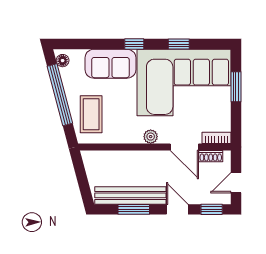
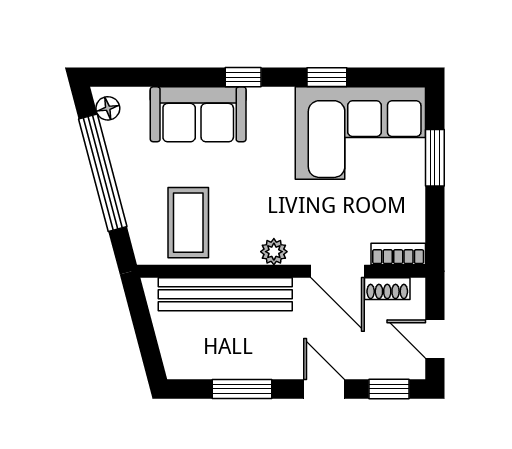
corner sofa: (184, 82) -> (360, 133), width x0.73, depth x0.74
coffee table: (91, 114) -> (188, 223), moved
door: (236, 183) -> (435, 339), hinge flipped
bench: (130, 195) -> (225, 294), moved

